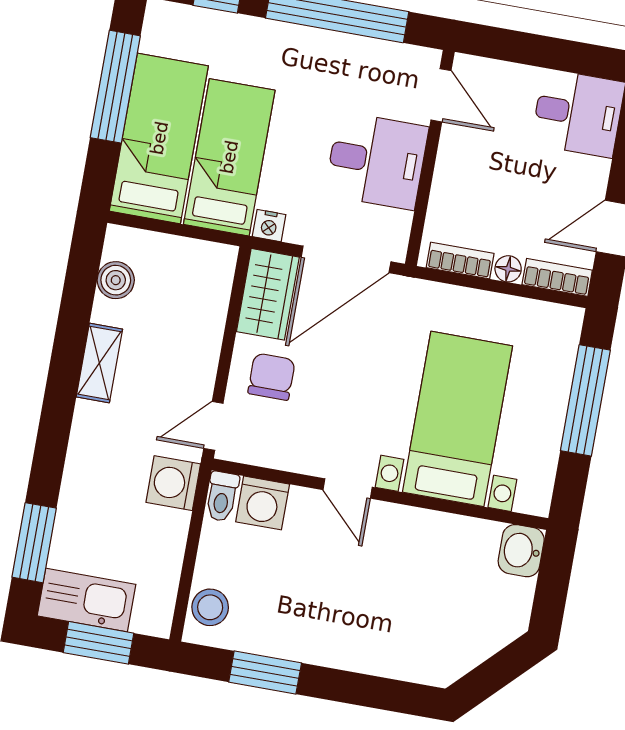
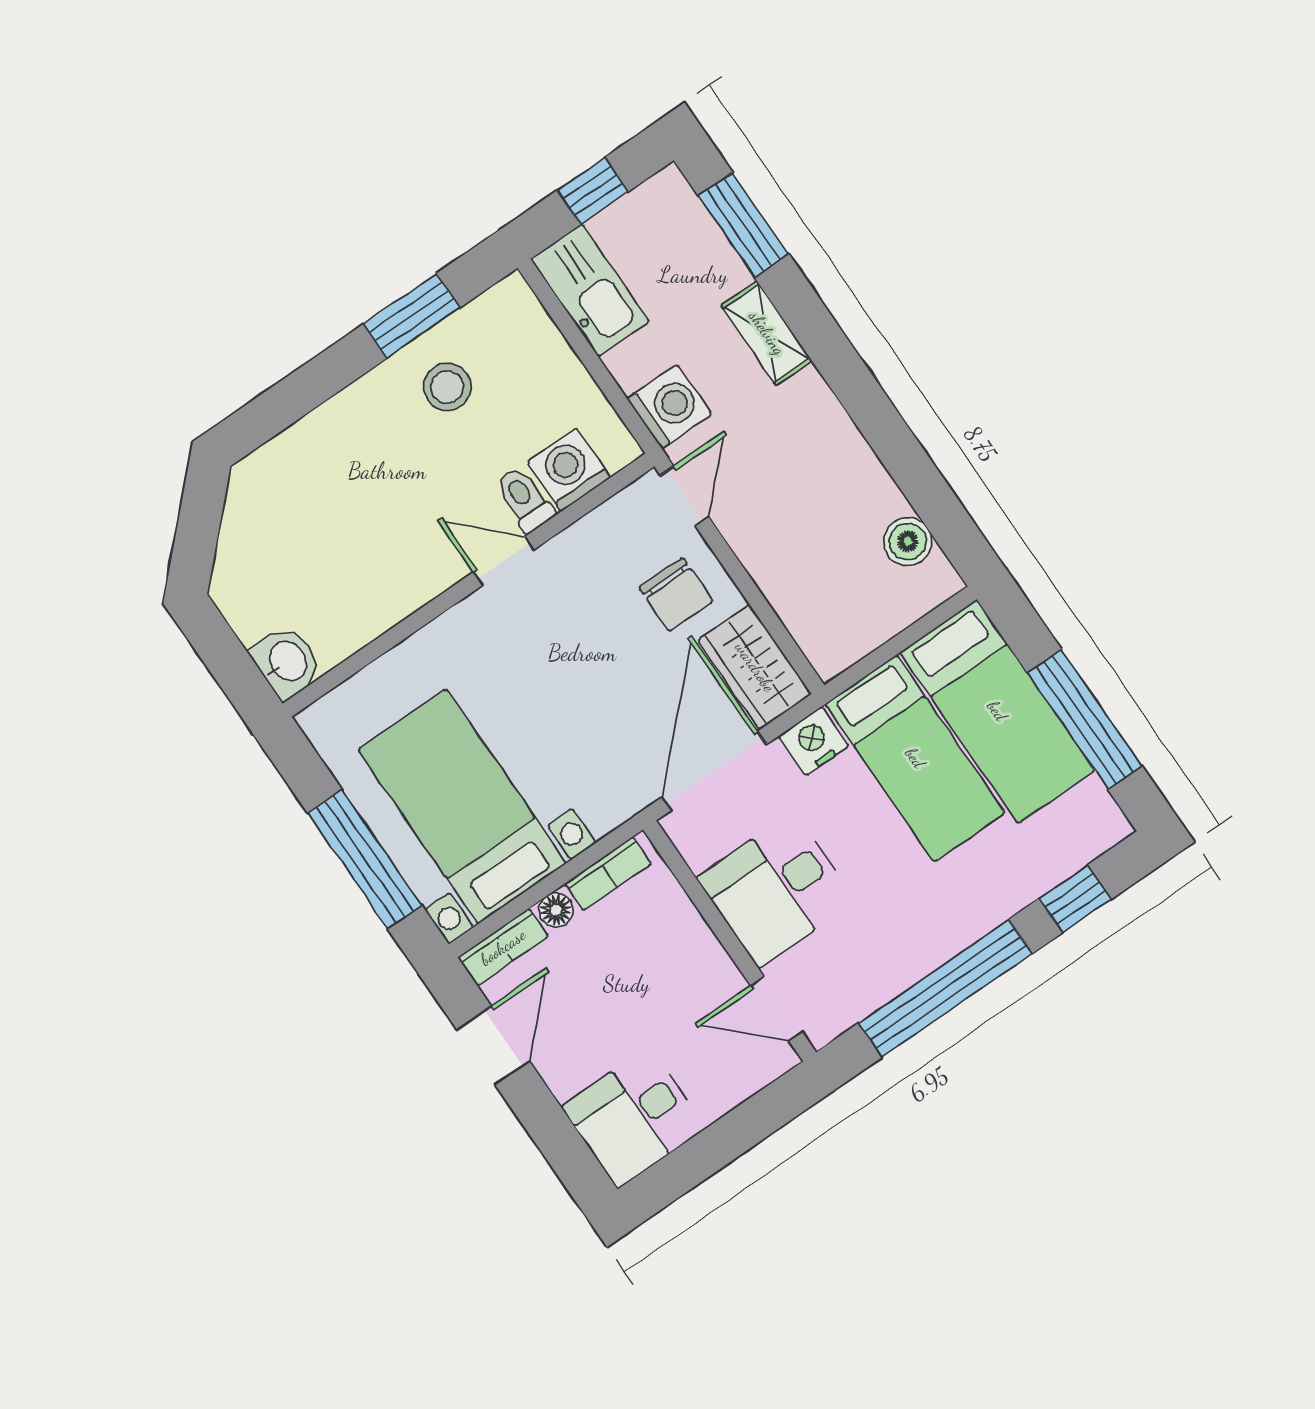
nightstand: (269, 226) -> (814, 741), width x1.39, depth x1.35
shelving: (99, 363) -> (767, 333), moved
bed with nightstands: (457, 419) -> (462, 806), moved, turned 180
toilet: (222, 496) -> (524, 499), moved
kitchen sink: (87, 600) -> (590, 290), moved, turned -90
stool: (210, 607) -> (447, 387), moved
window: (98, 643) -> (593, 191), width x0.67

